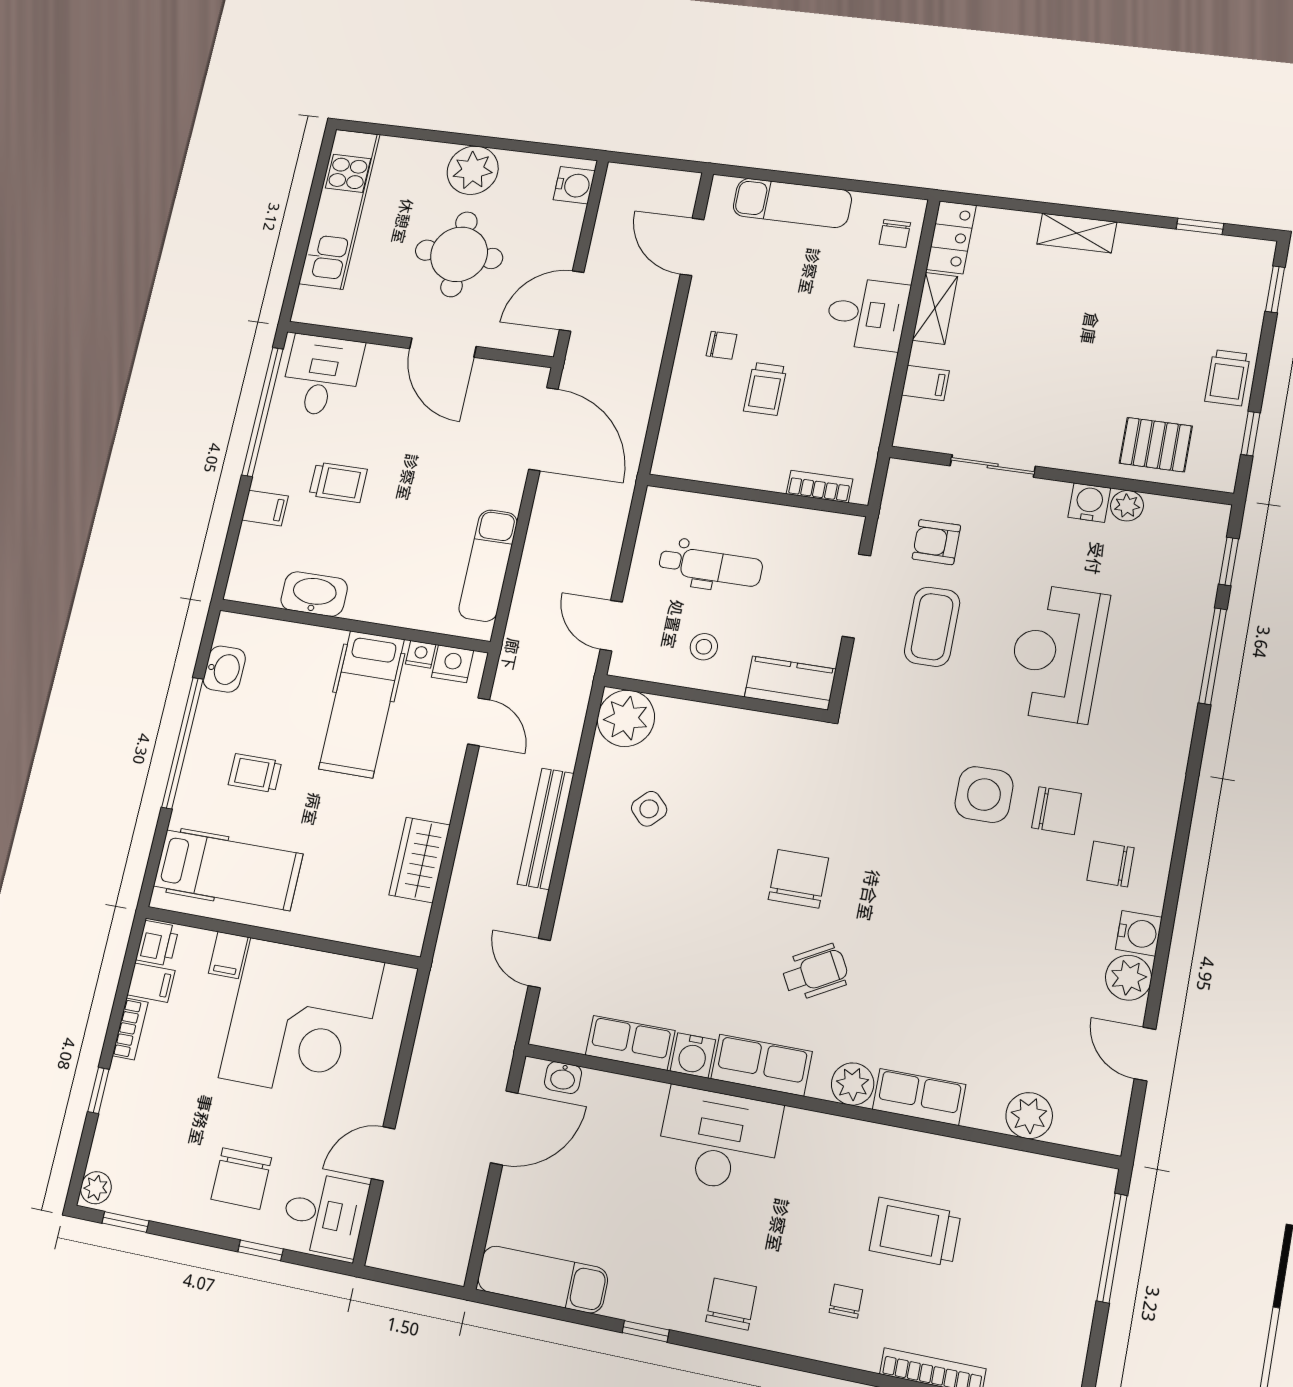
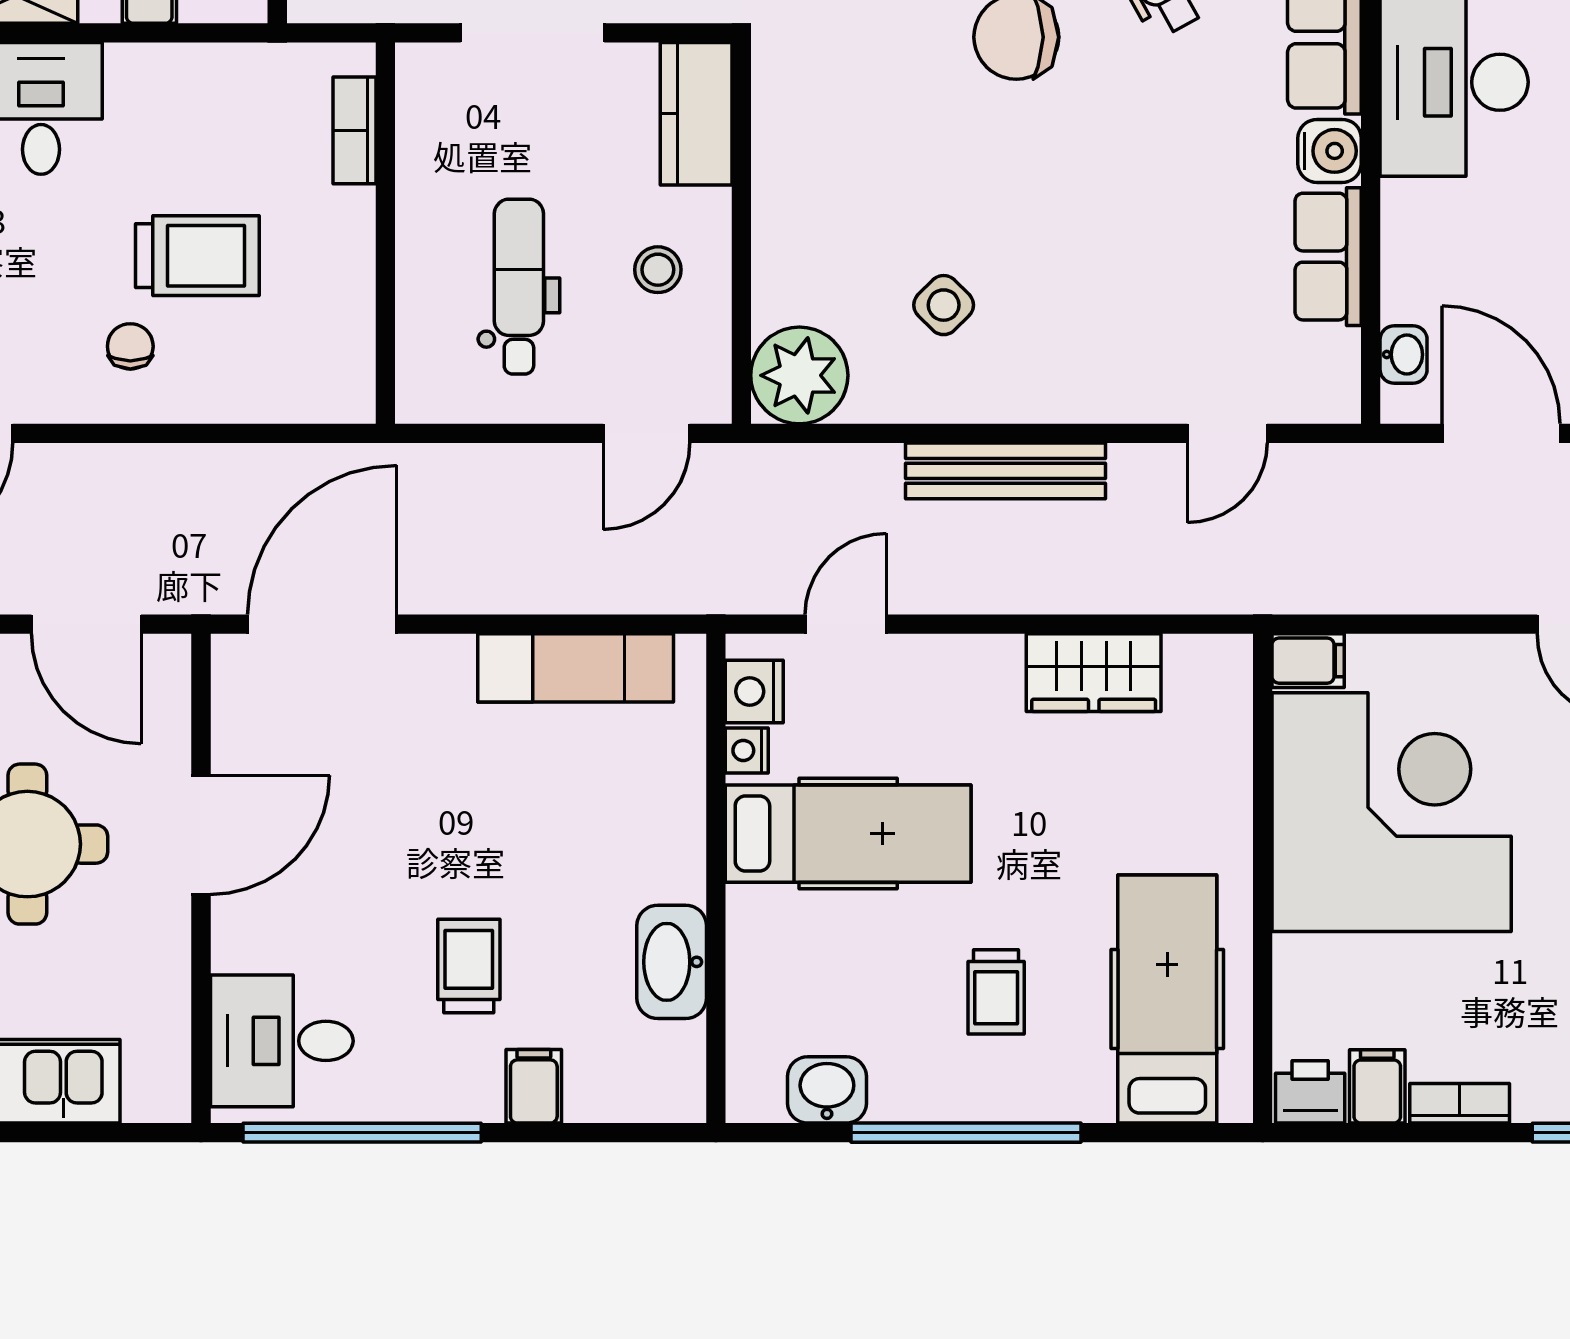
trolley: (765, 389) -> (197, 256), width x1.36, depth x1.39
filing cabinet: (228, 955) -> (1308, 661), moved

